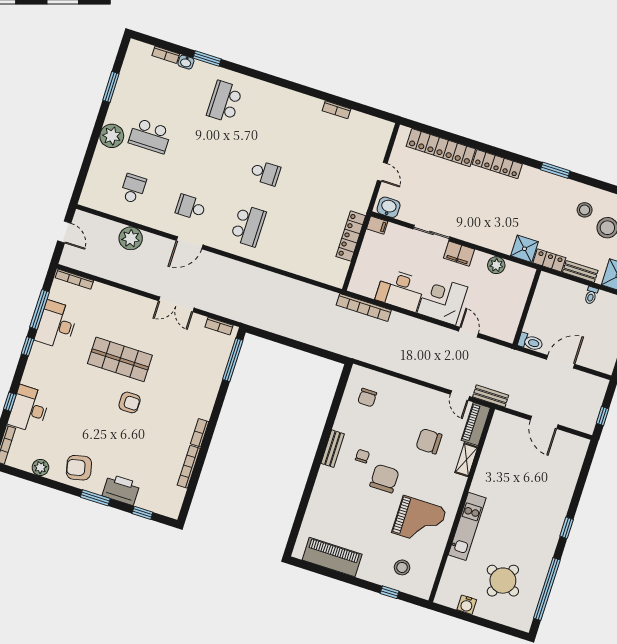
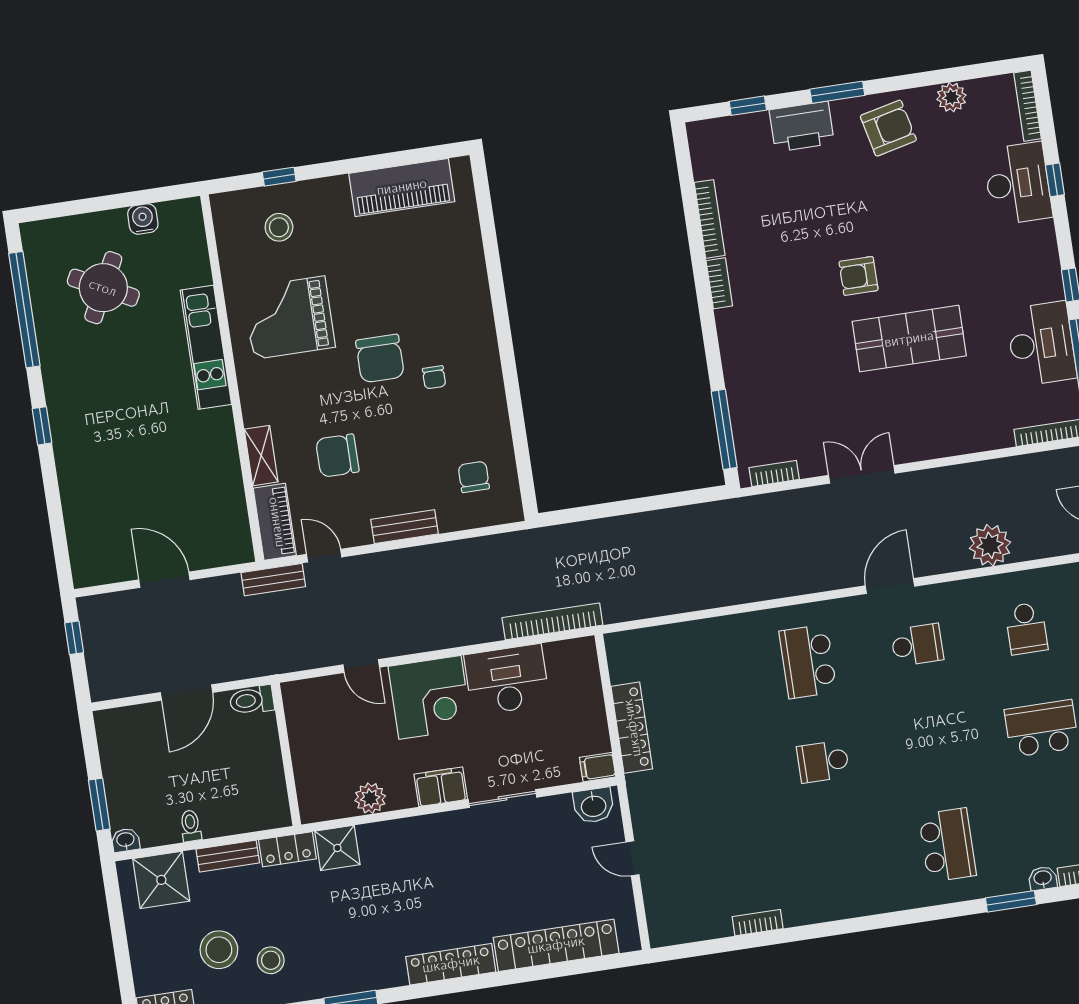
chair: (429, 441) -> (337, 456), turned 180
bench: (333, 449) -> (405, 527), moved, turned 90

